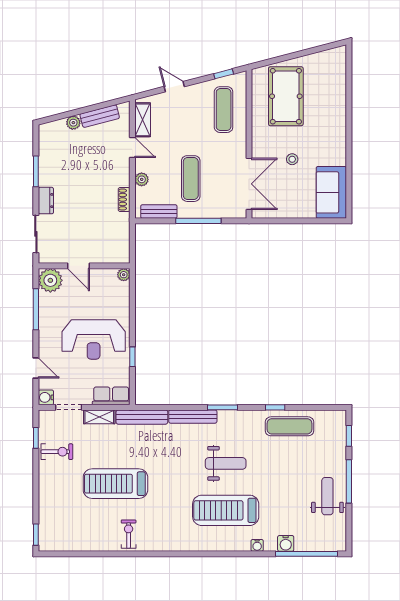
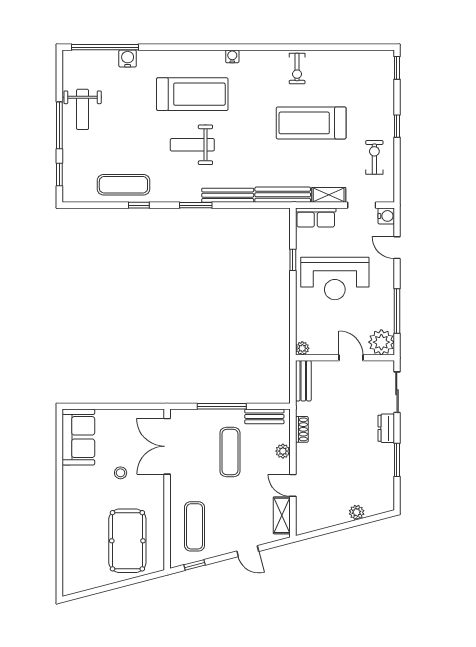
bench: (100, 116) -> (303, 381), moved, turned -75
reception desk: (94, 339) -> (335, 278), turned 180
window: (36, 438) -> (397, 126), moved
exercise bike: (57, 452) -> (374, 157), turned 90
treadmill: (115, 484) -> (311, 123), turned 180
water cooler: (257, 545) -> (232, 56), moved

